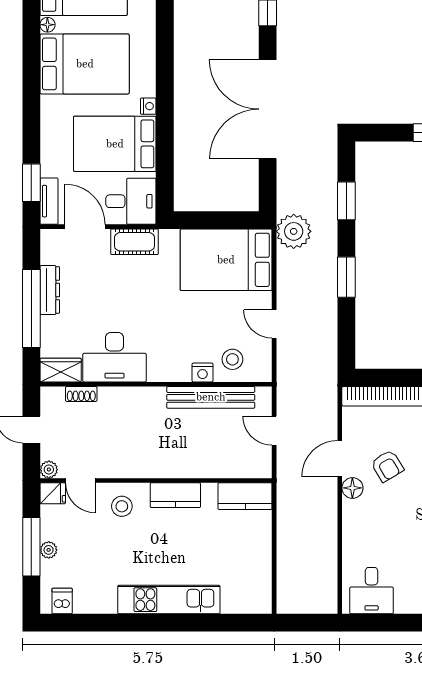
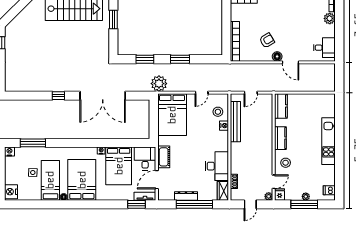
door: (340, 459) -> (290, 62), moved

